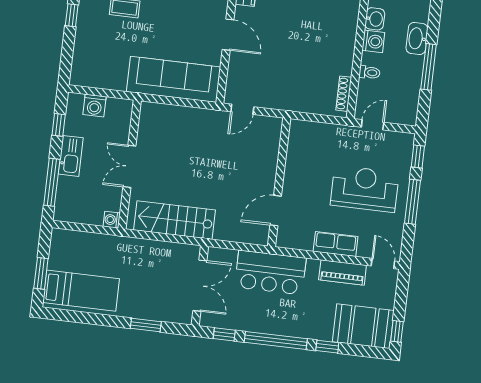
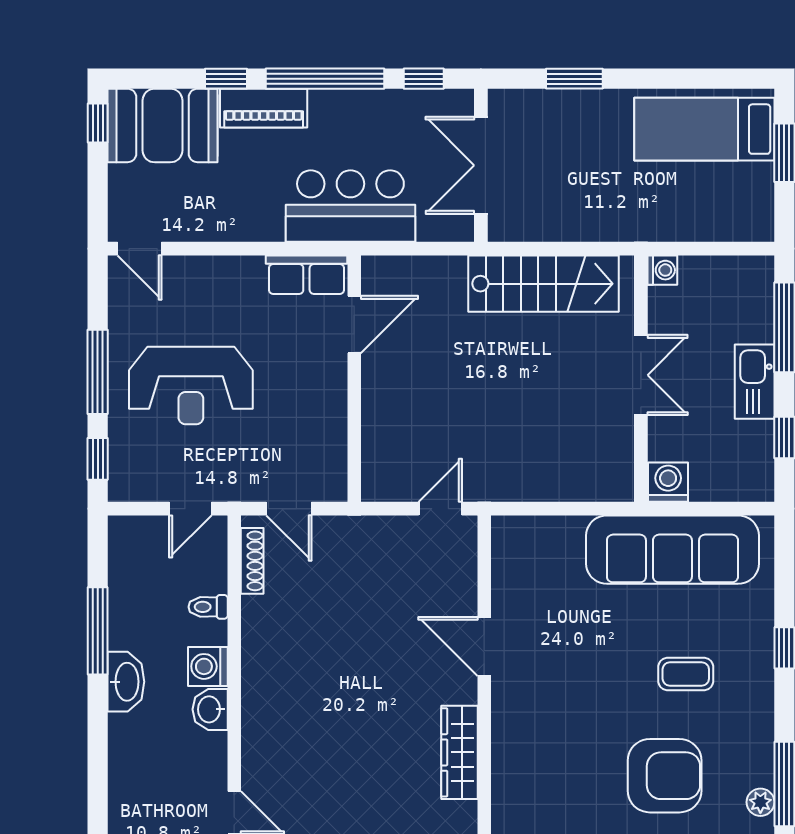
sofa: (173, 79) -> (672, 550), moved
washing machine: (94, 106) -> (668, 482), moved
door: (321, 119) -> (289, 509), added
row of seats: (336, 244) -> (306, 275), moved
piano: (343, 272) -> (264, 108), moved, turned 180

